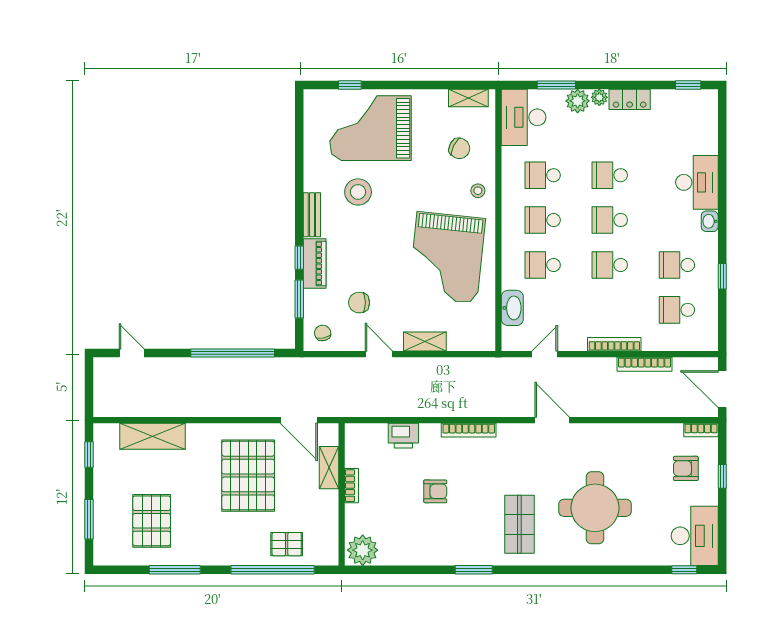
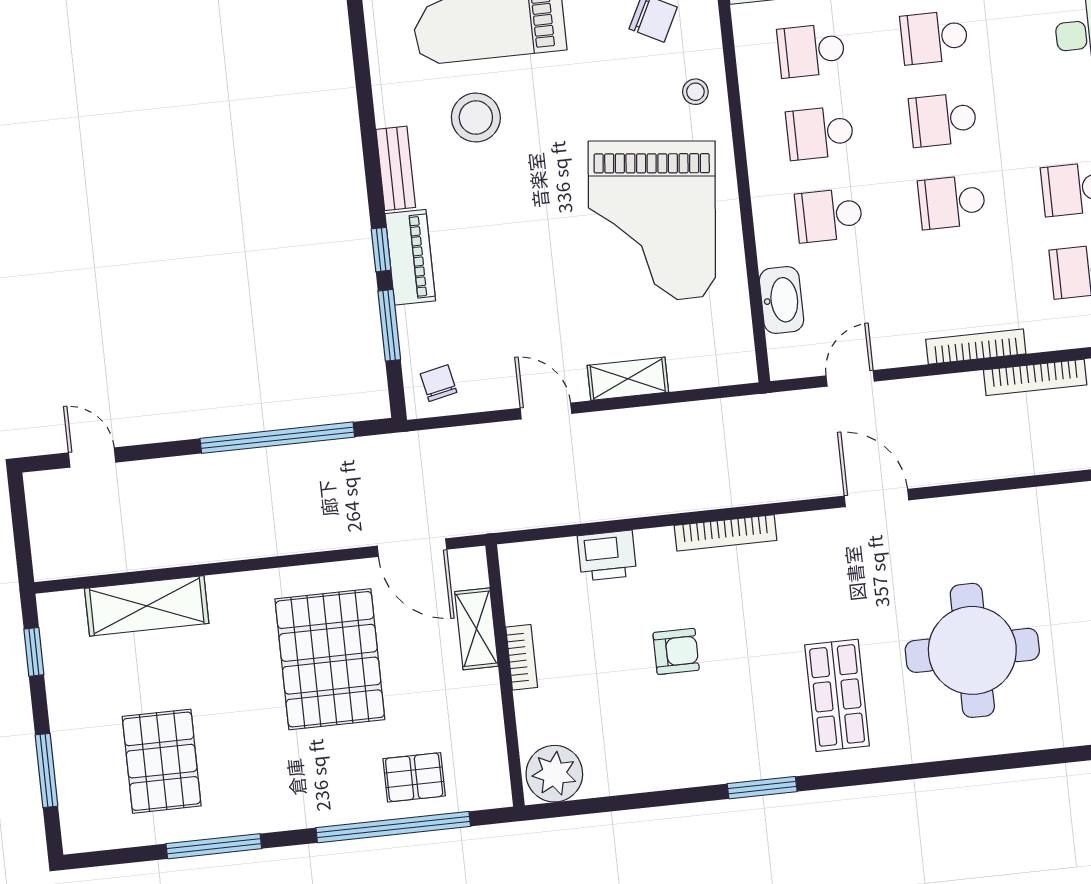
chair: (359, 303) -> (499, 320), removed

